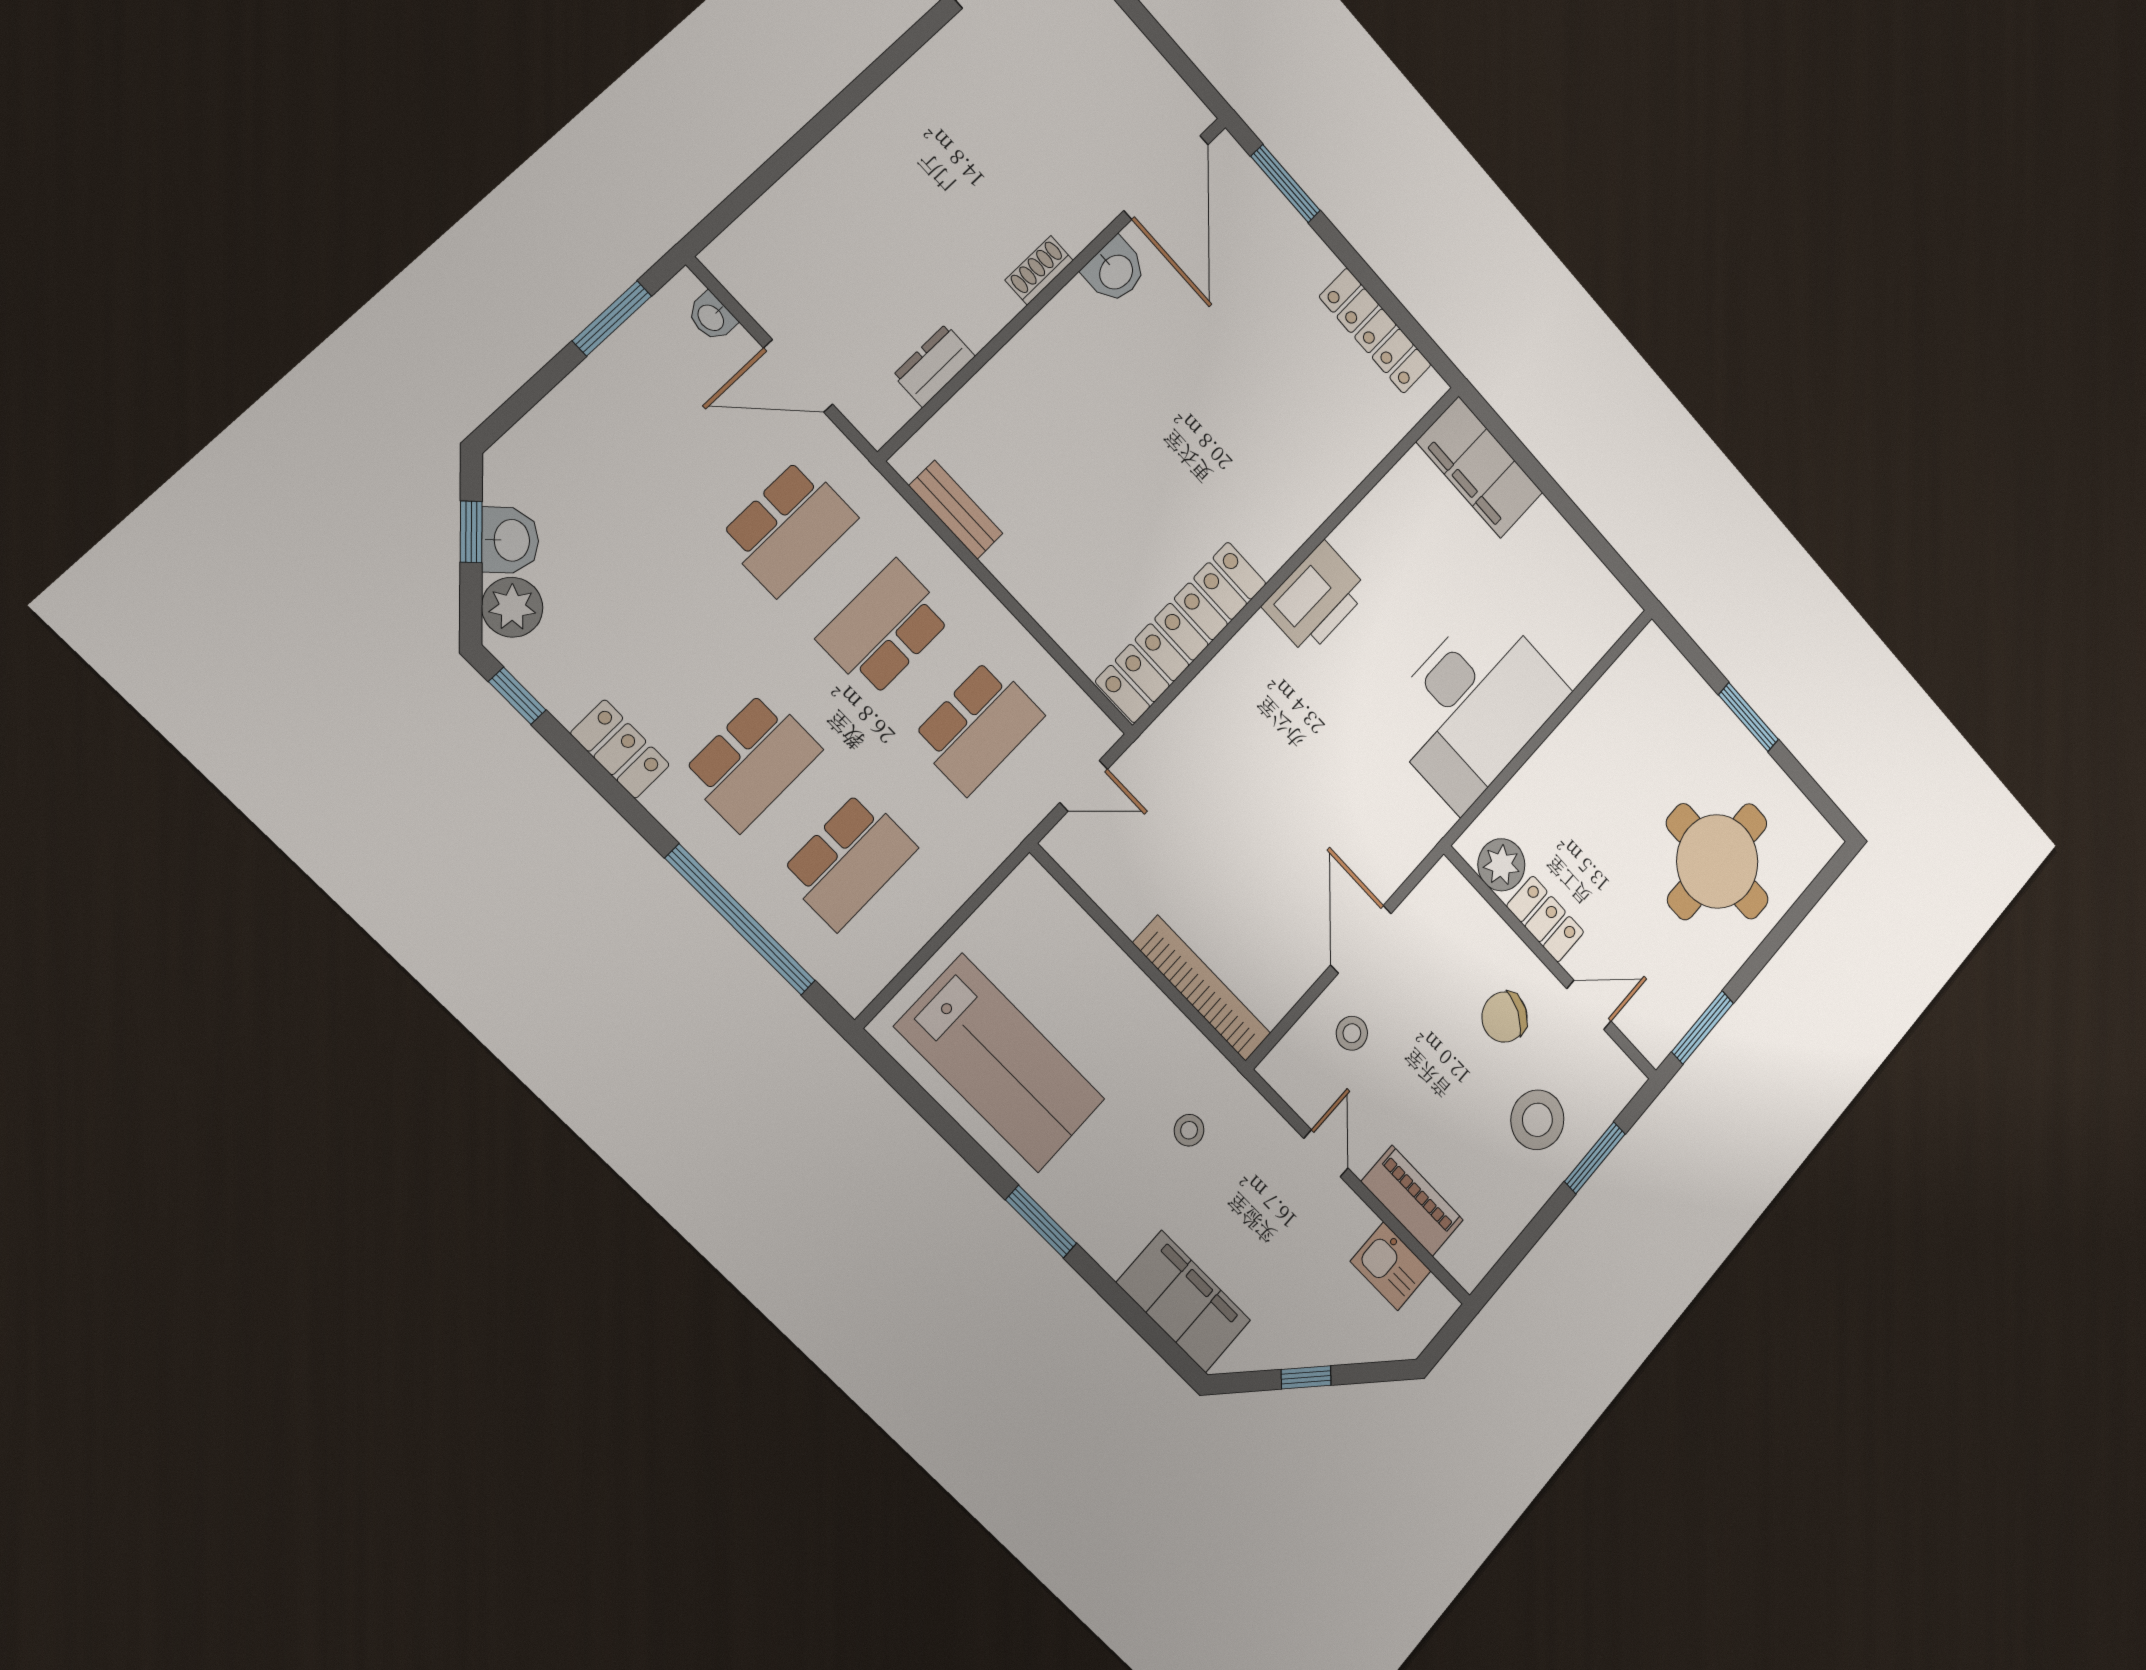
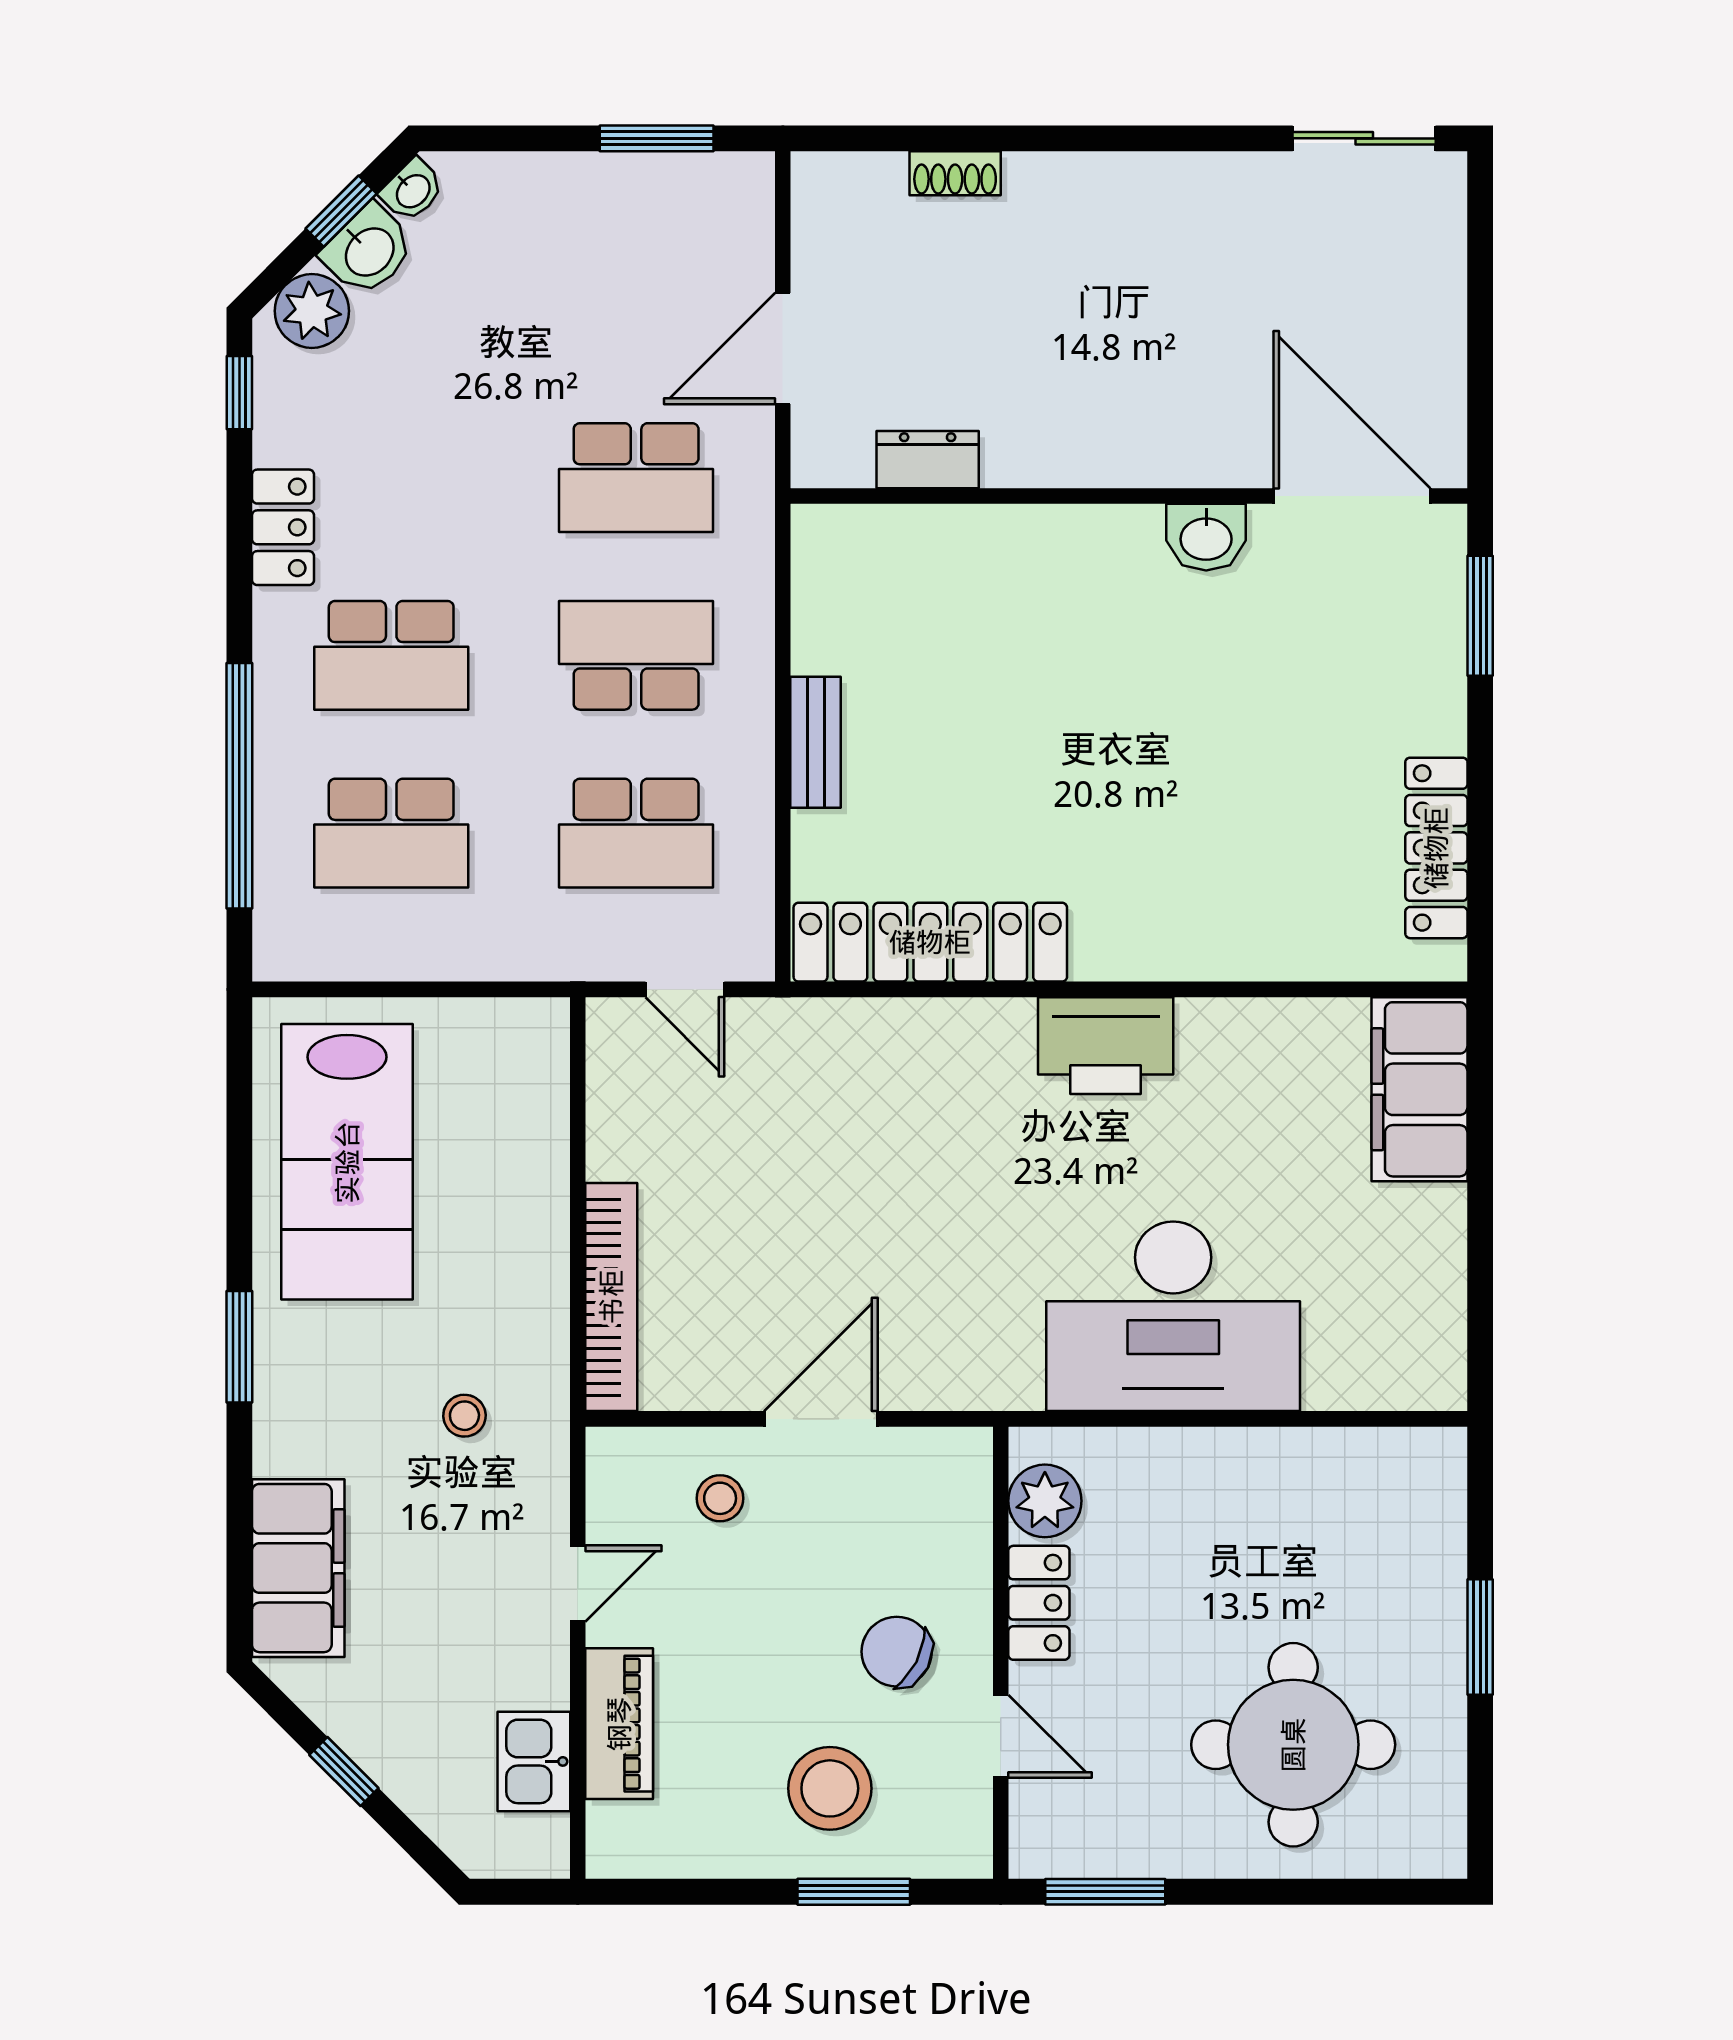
door: (1166, 177) -> (1352, 496), swing flipped
shoe rack: (1039, 270) -> (955, 173), moved, turned 180
washbasin: (712, 317) -> (412, 190), moved, turned -135
door: (798, 376) -> (783, 348), hinge flipped
bench: (956, 510) -> (816, 742), moved

